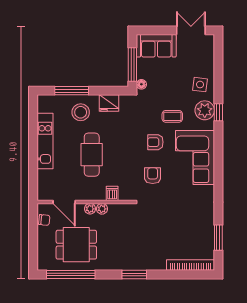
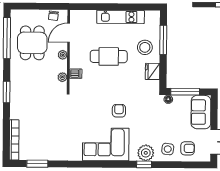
coffee table: (172, 116) -> (141, 125), removed
armchair: (153, 176) -> (188, 148), moved
plant: (102, 209) -> (62, 77), moved

